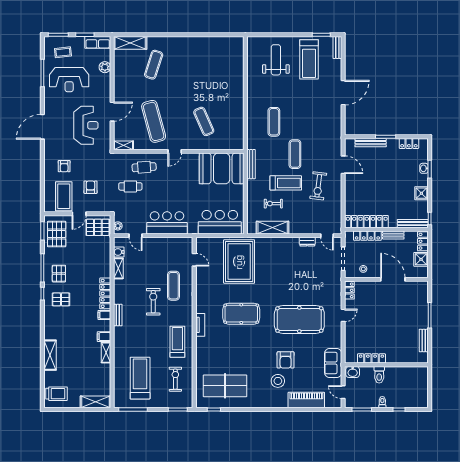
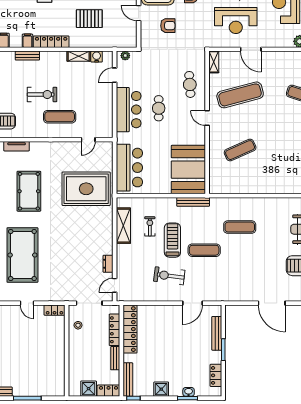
treadmill: (286, 183) -> (172, 240), turned 180
cafe table: (130, 186) -> (159, 108), moved
pallet: (98, 227) -> (89, 19), moved, turned 90
door: (393, 279) -> (67, 358), removed

